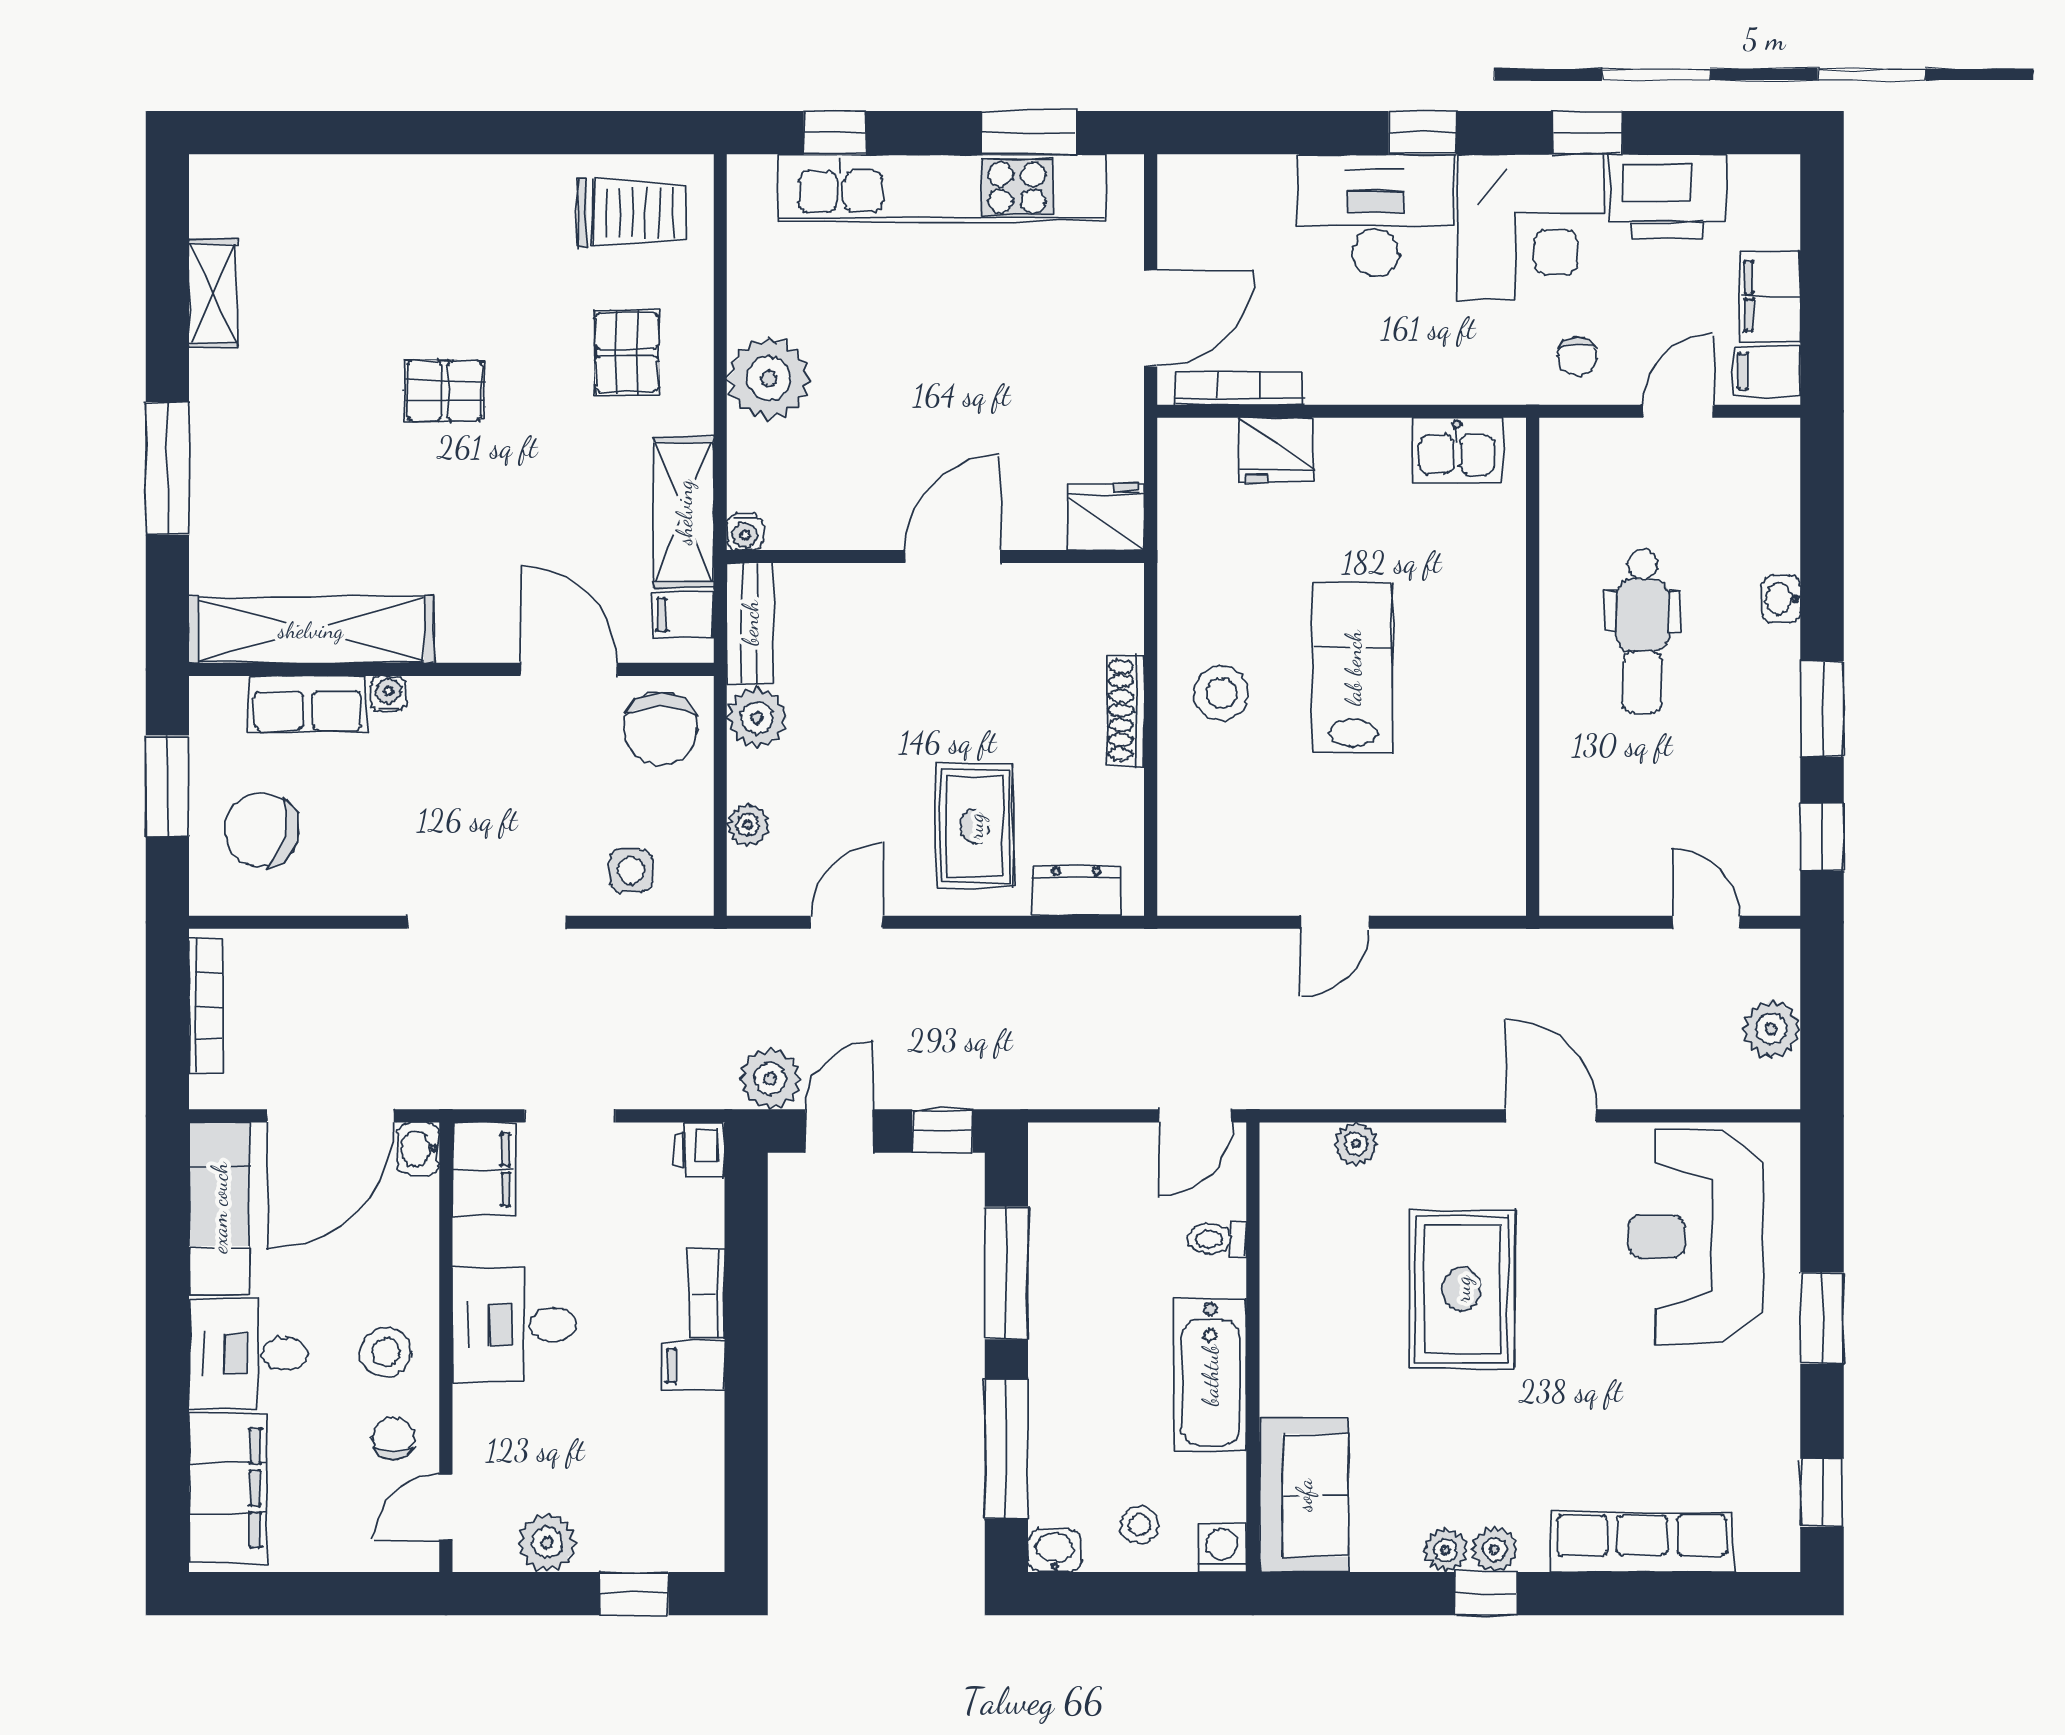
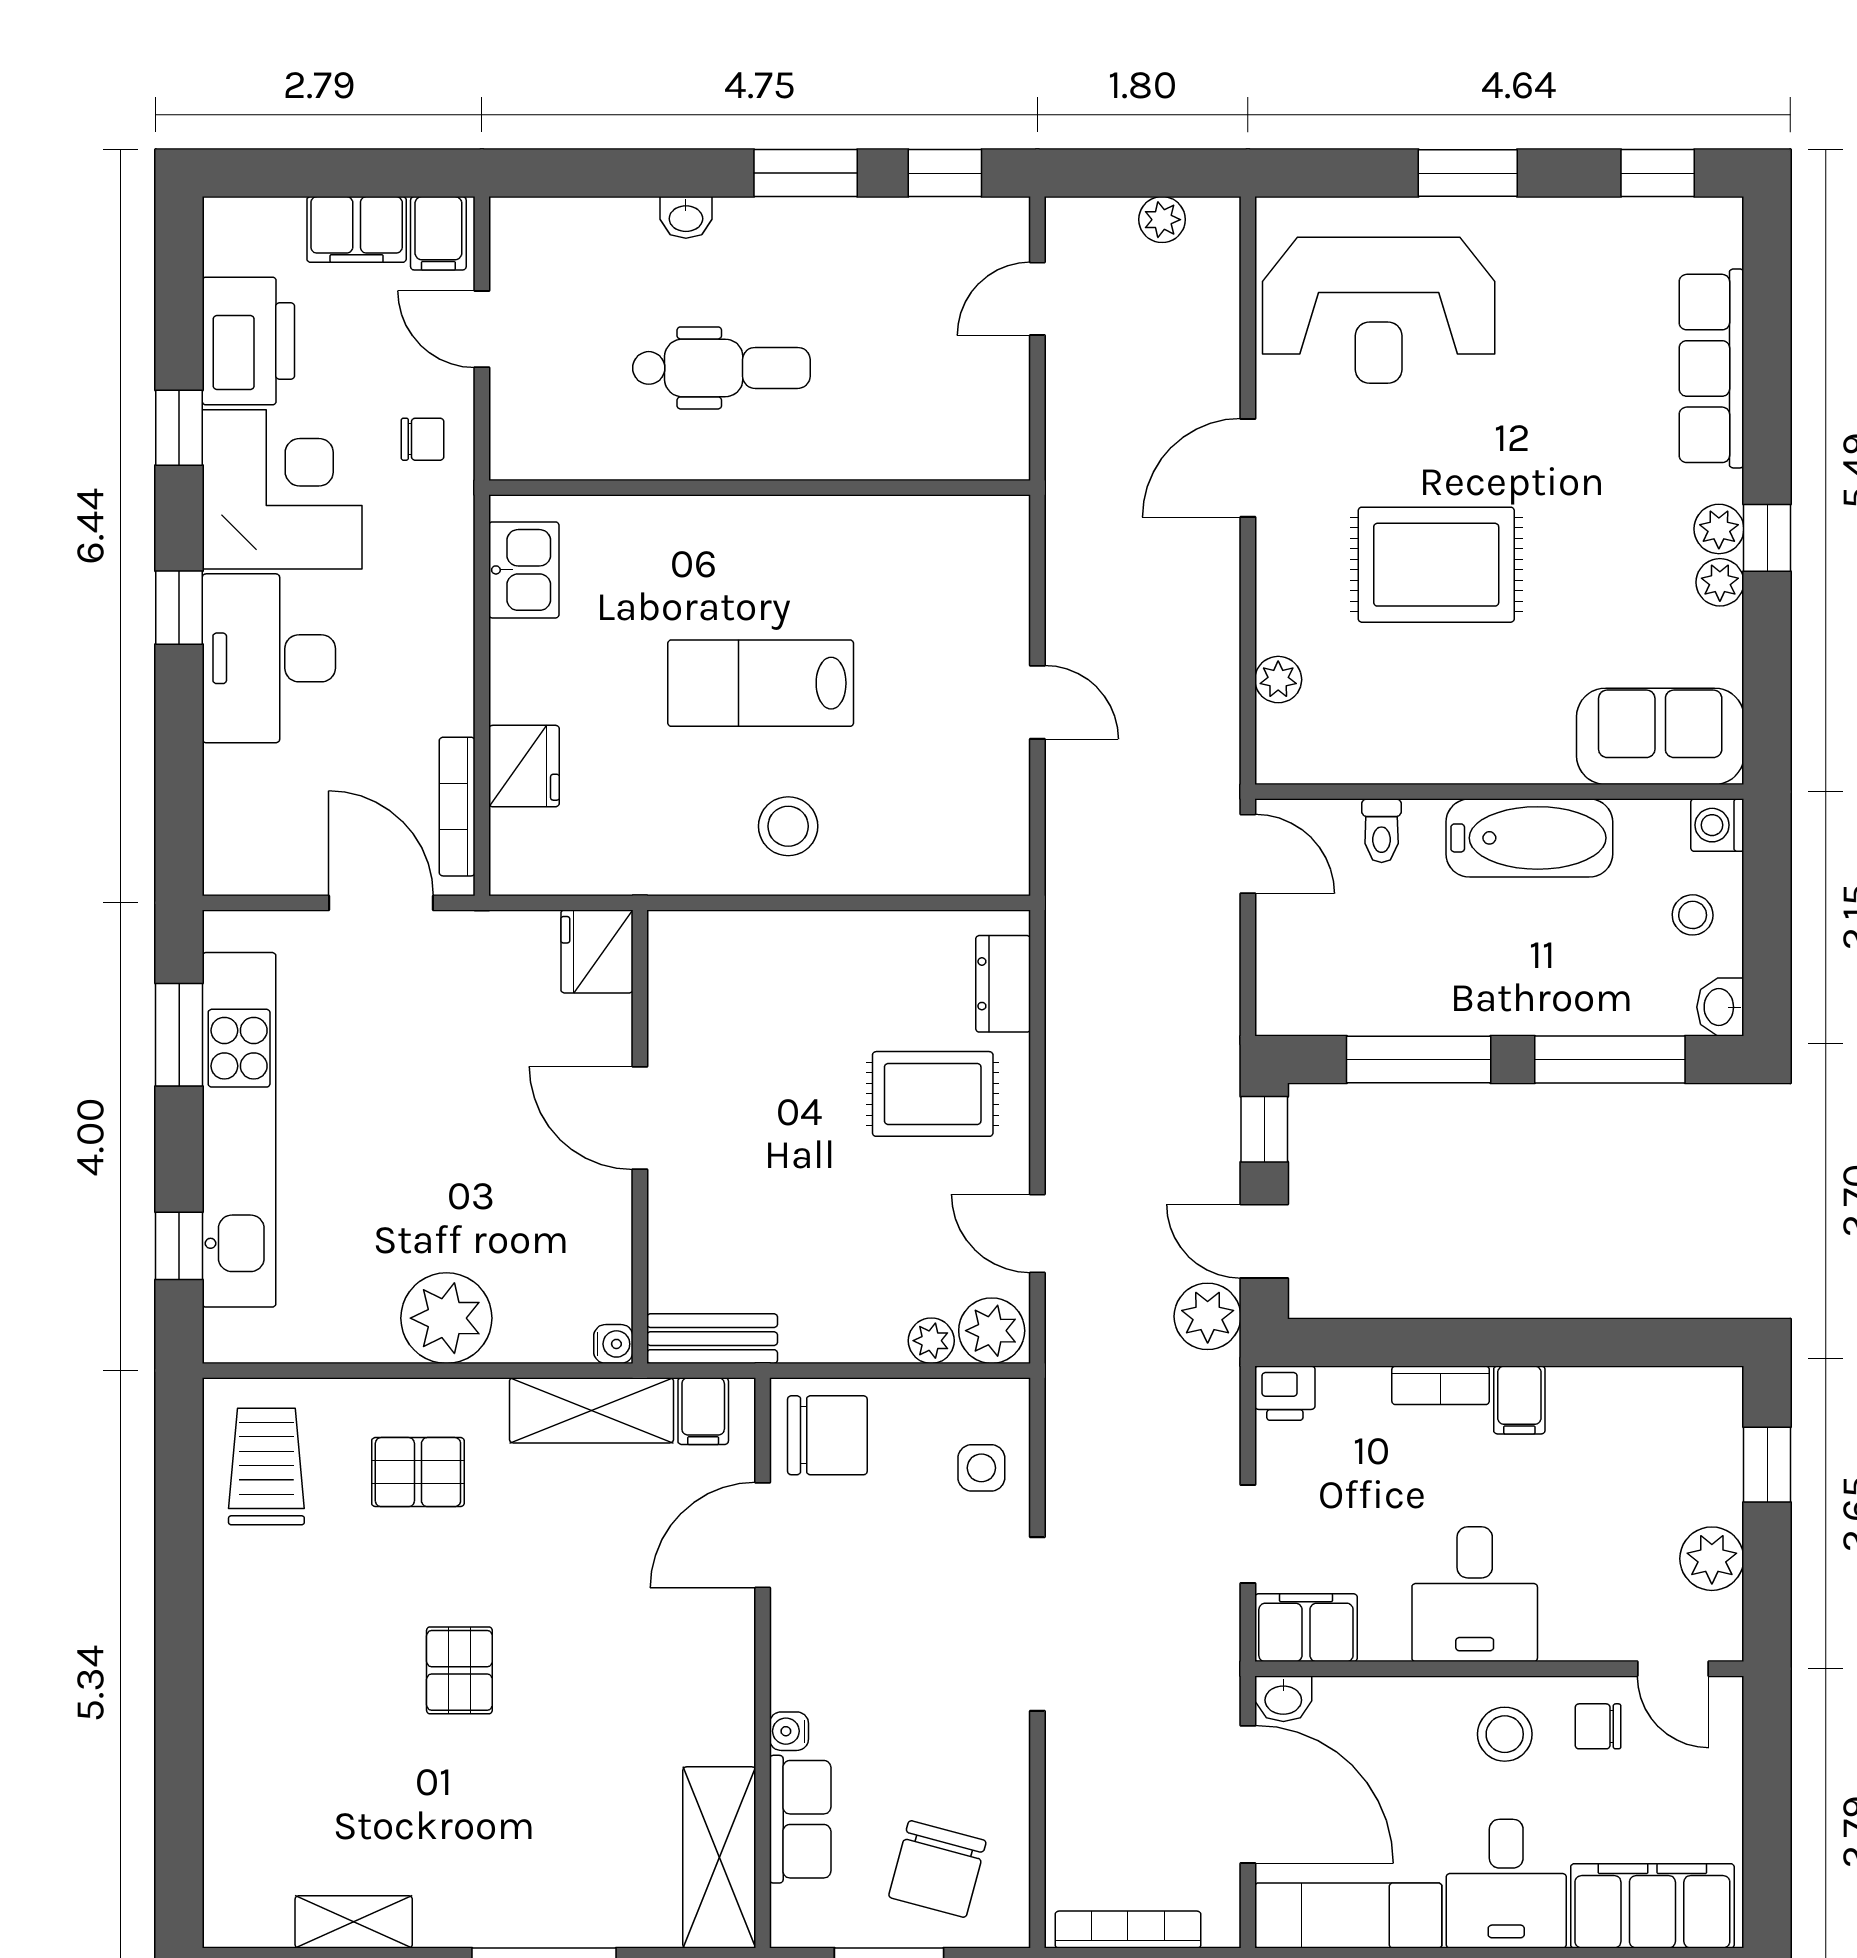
shelving: (311, 630) -> (719, 1857), width x0.68
shoe rack: (1125, 710) -> (807, 930), removed
plant: (757, 718) -> (992, 1331), moved
plant: (1771, 1029) -> (1162, 220), width x0.73, depth x0.73

